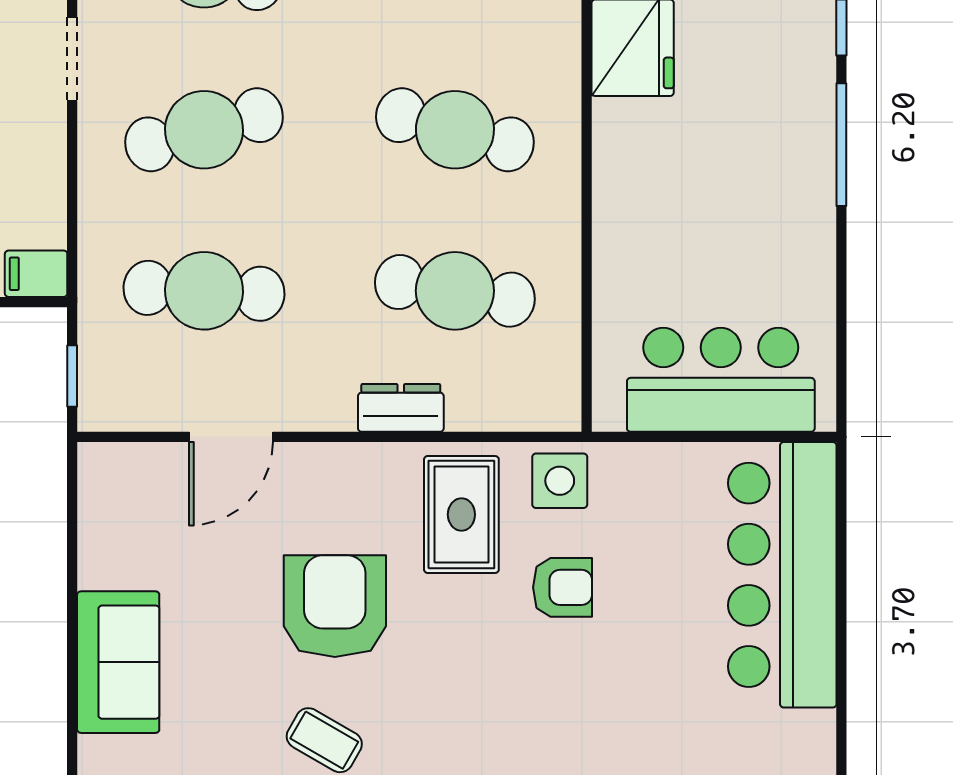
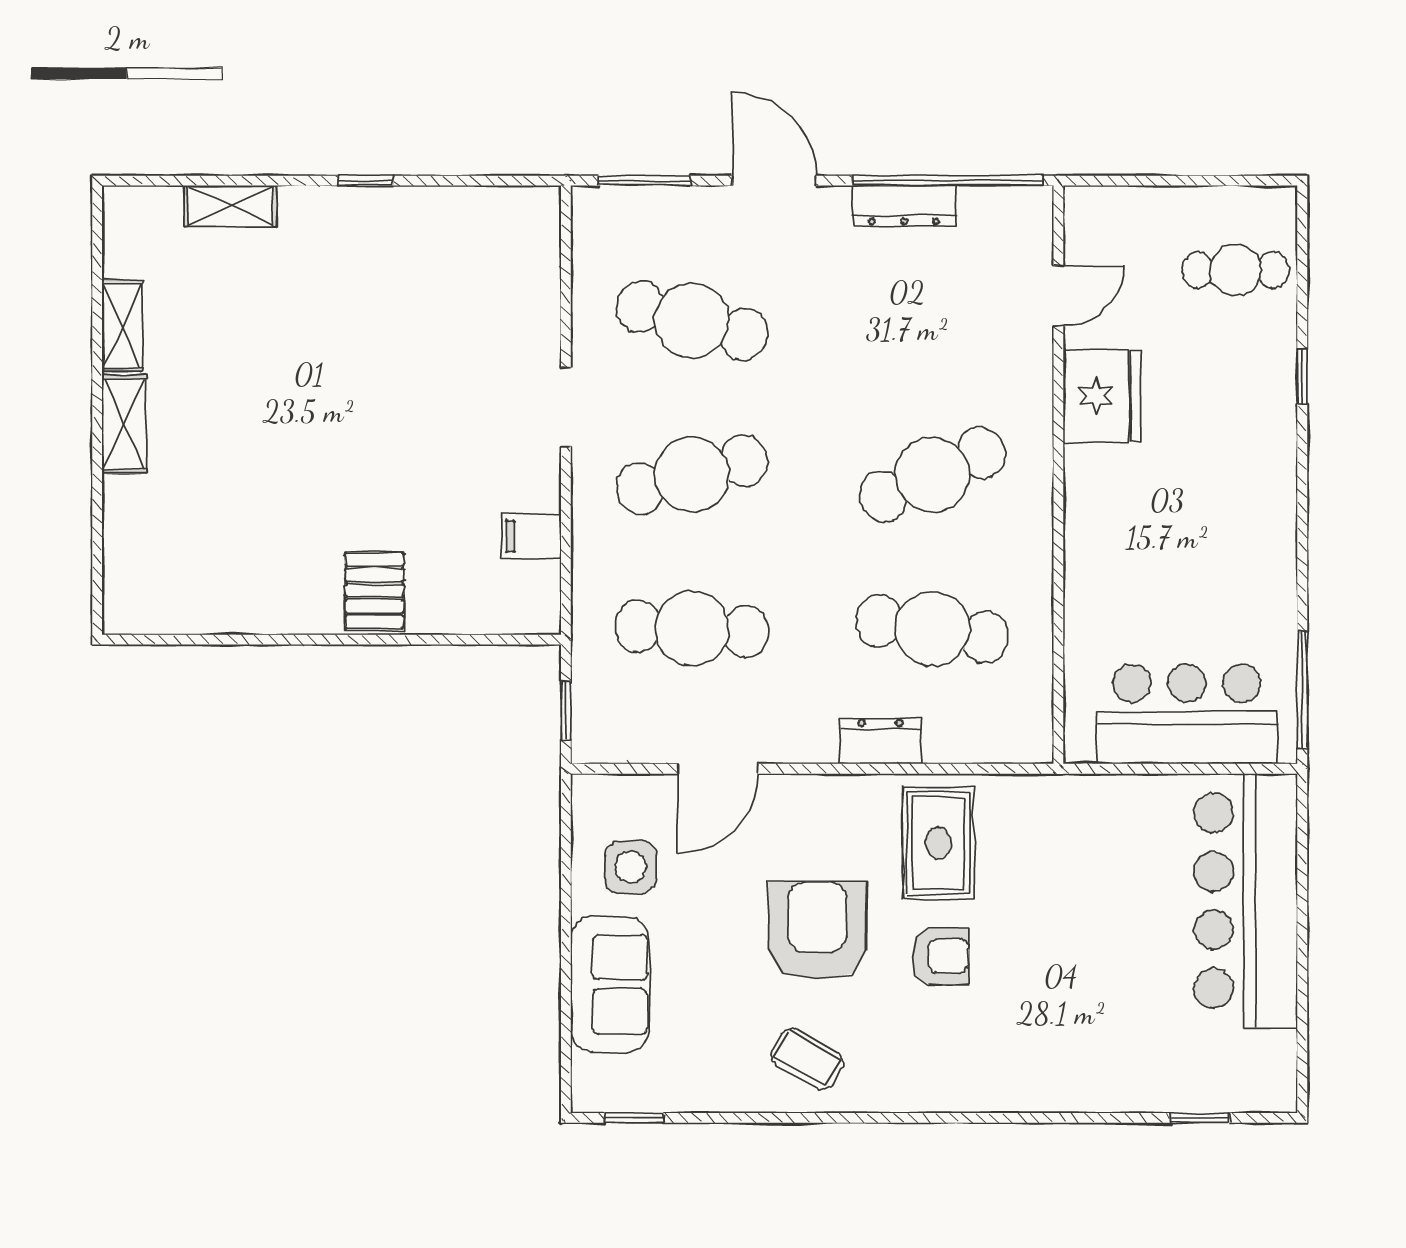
cafe table: (455, 130) -> (932, 475), turned -39
window: (841, 145) -> (1302, 690), moved
filing cabinet: (36, 274) -> (531, 536), moved
side table: (560, 481) -> (631, 867), moved
armchair: (562, 587) -> (940, 956), moved

